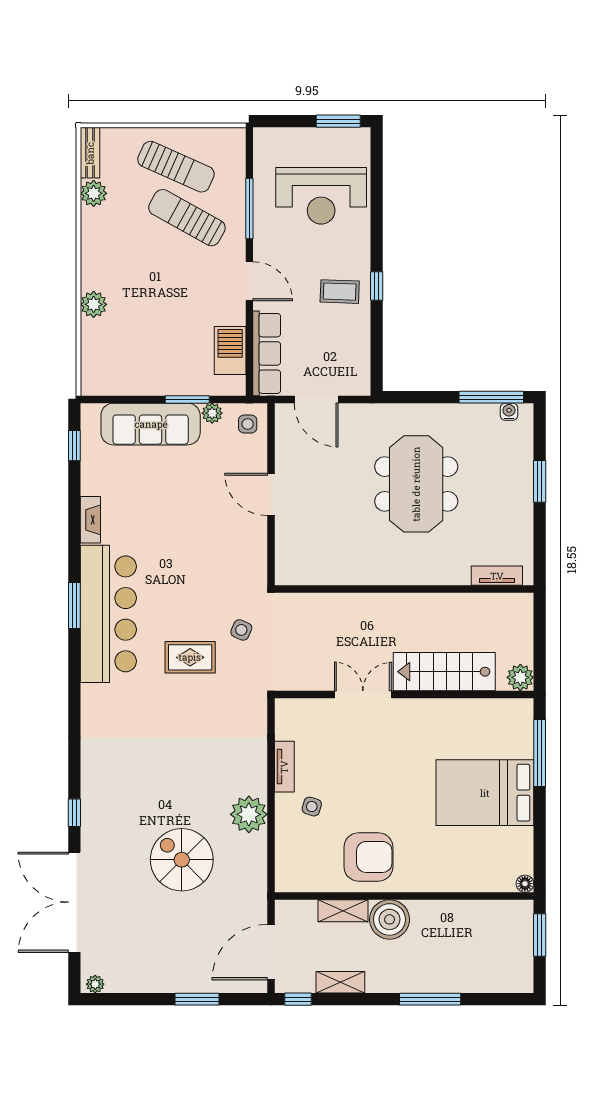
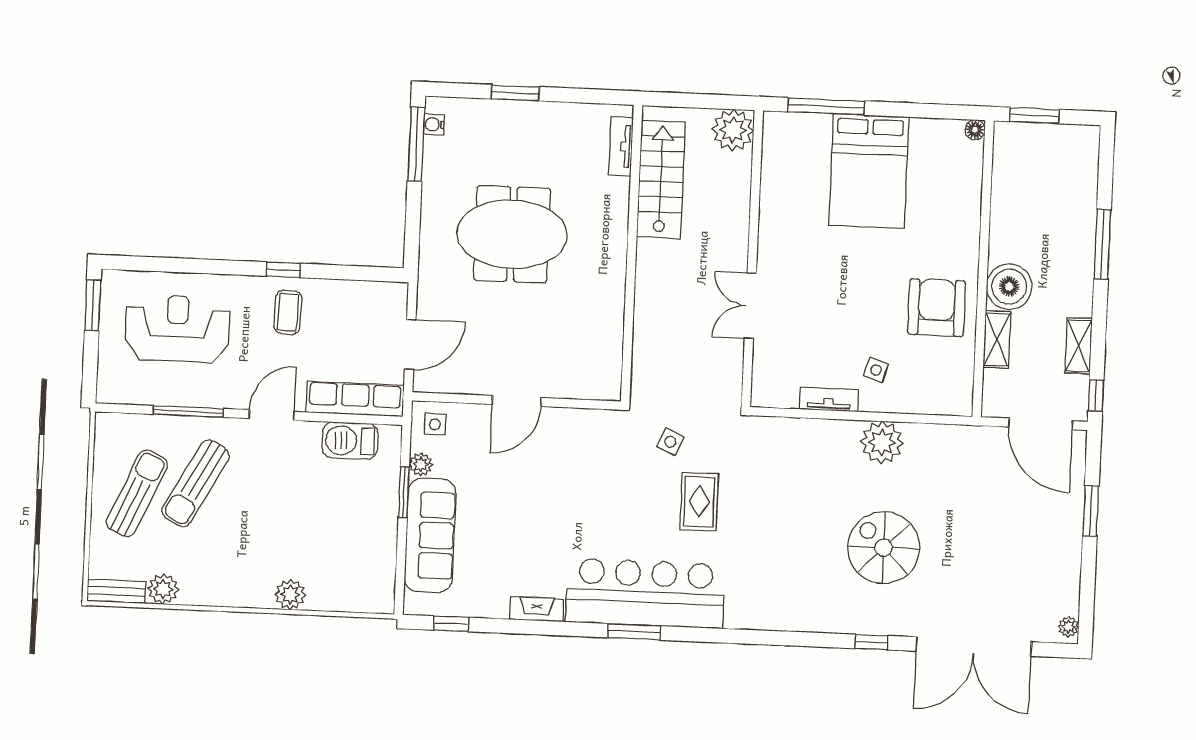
reception desk: (321, 196) -> (177, 329), turned -90
stairs: (444, 672) -> (661, 179), moved, turned 180
plant: (520, 677) -> (733, 130), width x1.36, depth x1.36
spiral stairs: (182, 860) -> (884, 548), moved, turned 90

